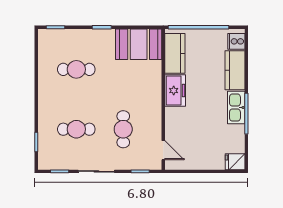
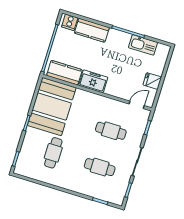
booth: (139, 44) -> (52, 106), width x1.36, depth x1.42
kitchen sink: (236, 108) -> (143, 45), moved
cafe table: (76, 129) -> (100, 167), turned 90
fridge: (235, 162) -> (152, 81), moved, turned 90

